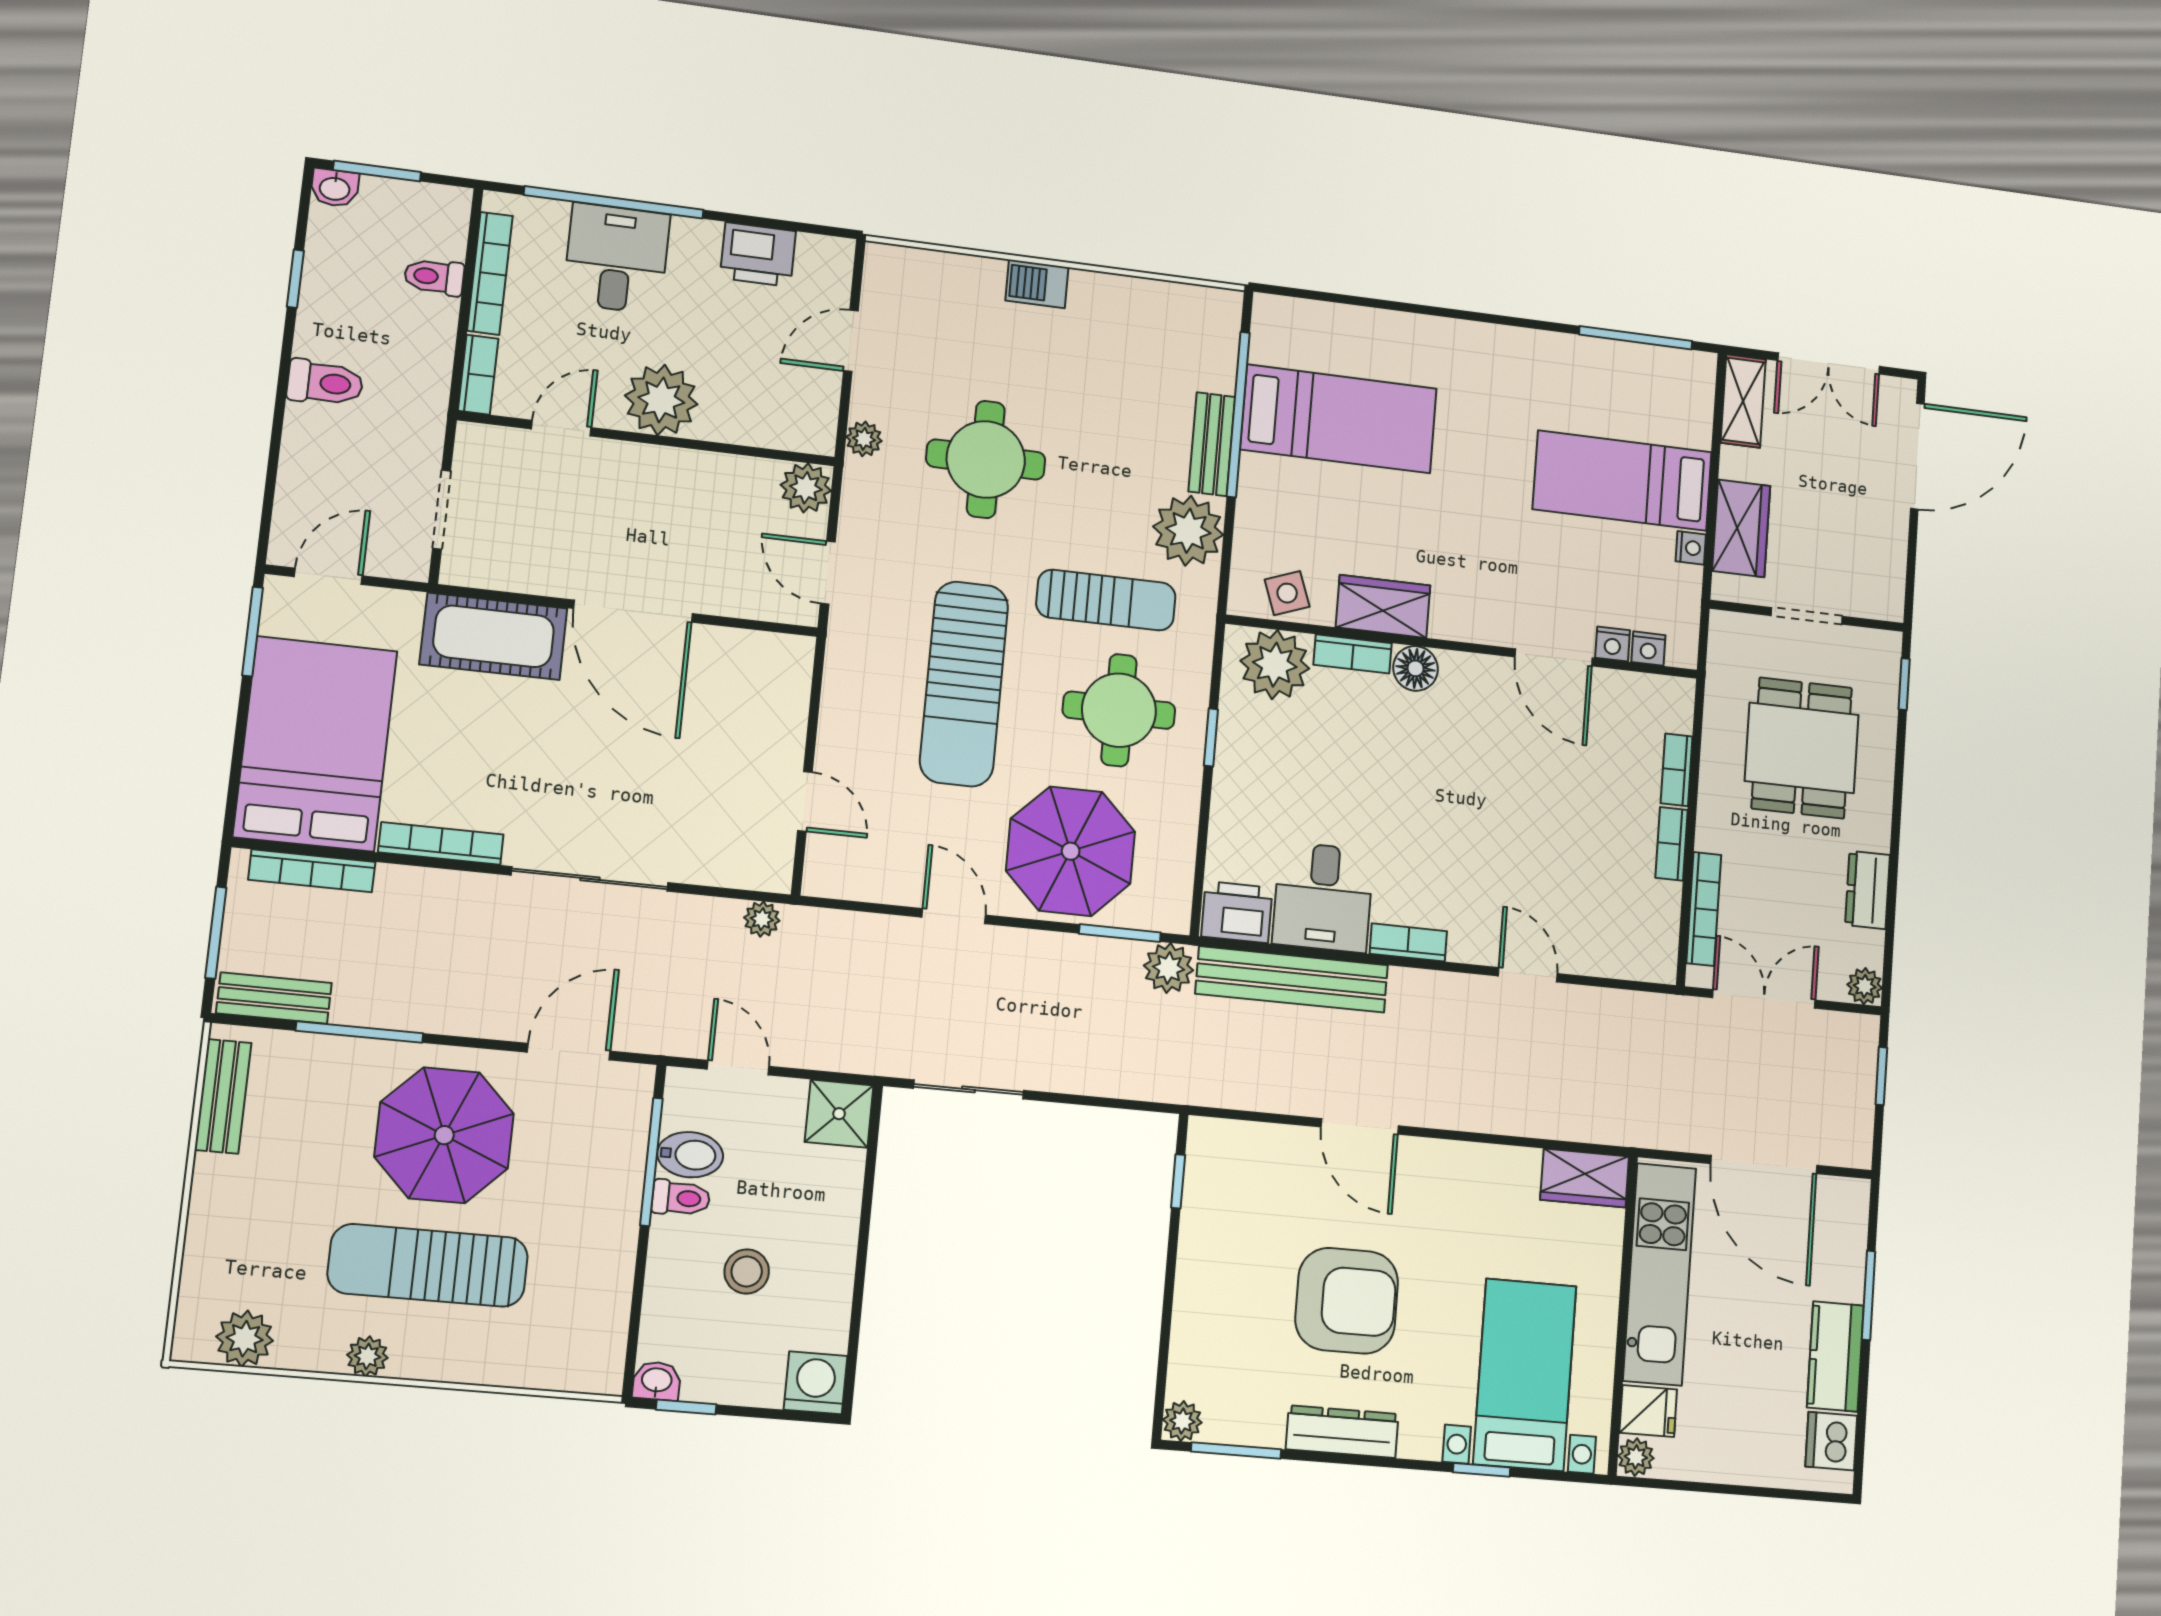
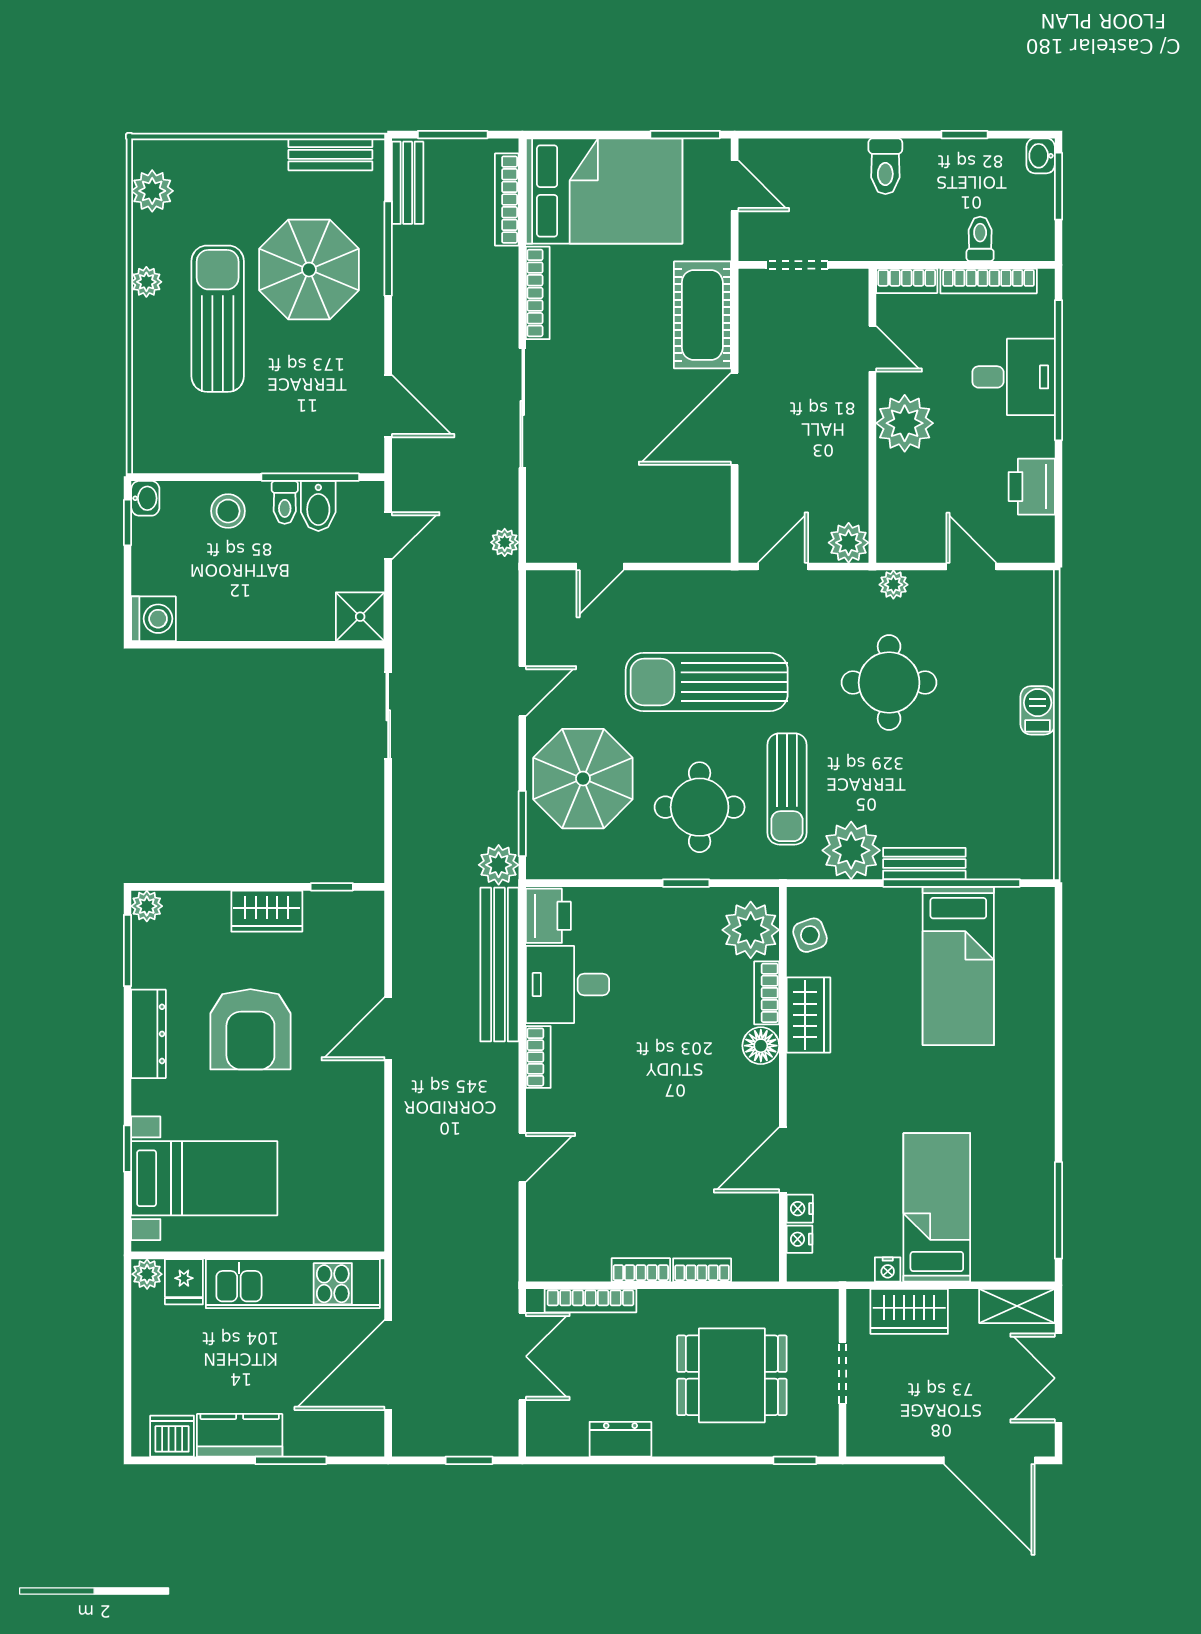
plant: (1865, 986) -> (541, 1442), removed
parasol: (444, 1135) -> (309, 270), moved
wardrobe: (1585, 1178) -> (267, 911), moved, turned -90
stool: (747, 1272) -> (228, 511), moved

